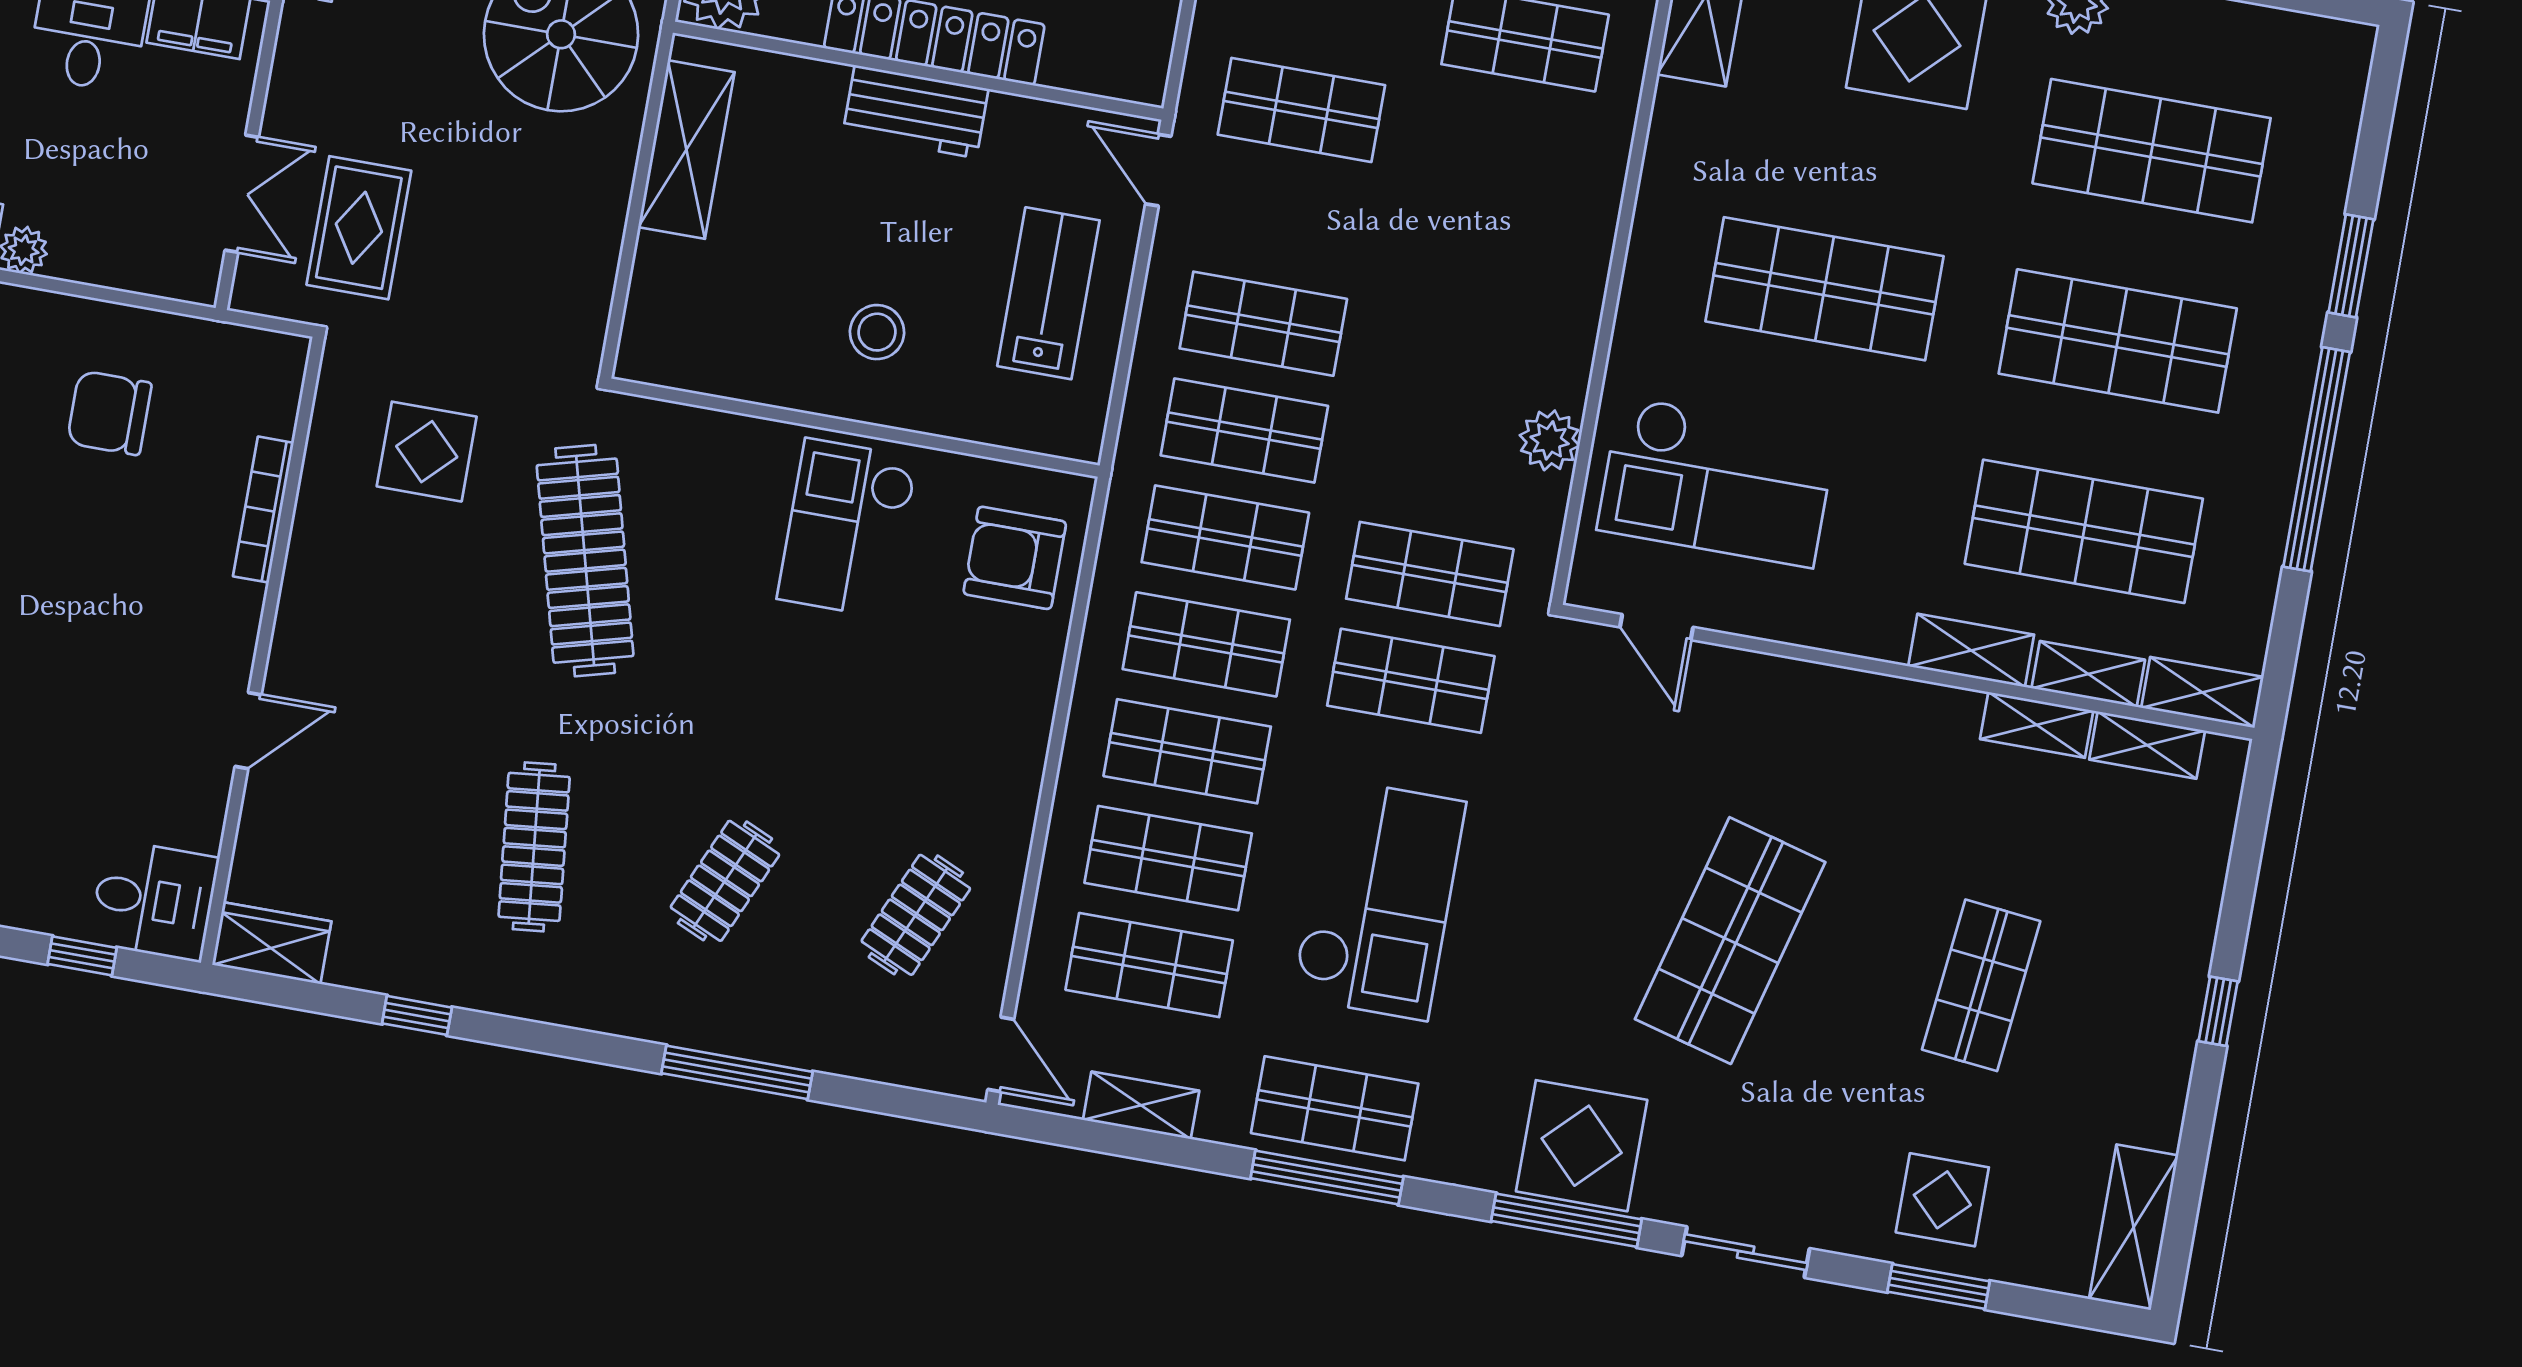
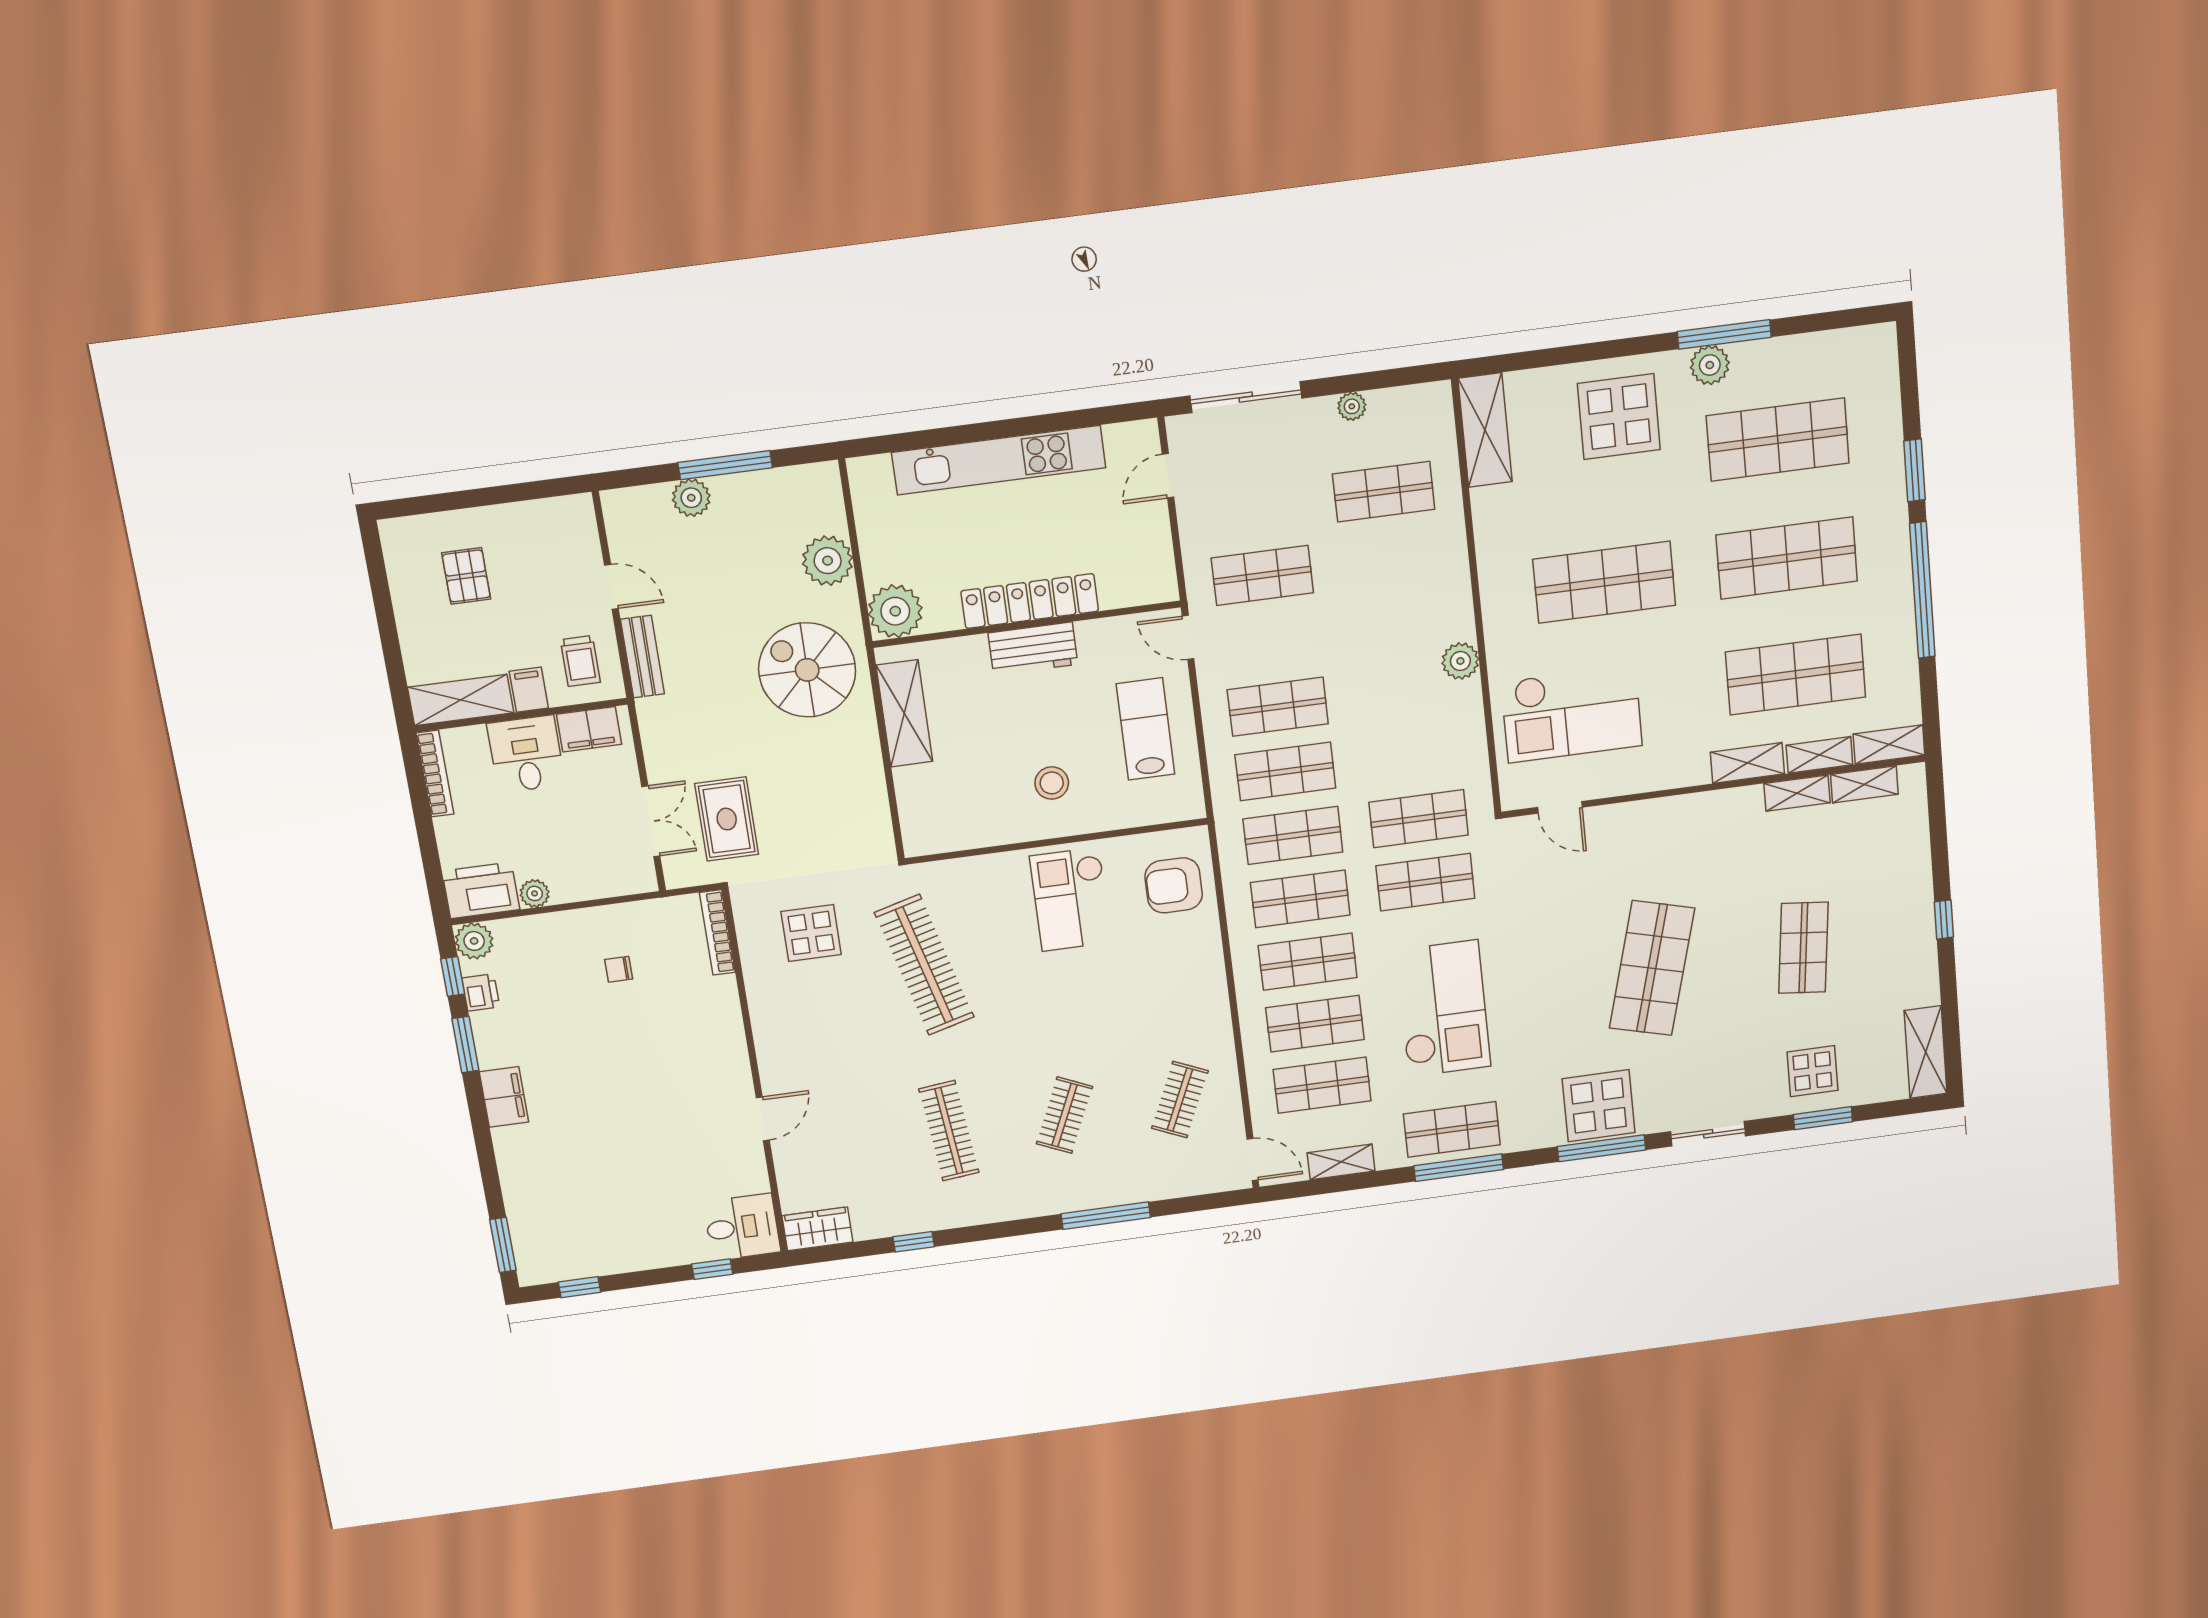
chair: (109, 413) -> (619, 969), width x0.54, depth x0.54
plant: (1550, 440) -> (1460, 661), moved
bookcase: (263, 510) -> (717, 932), moved

